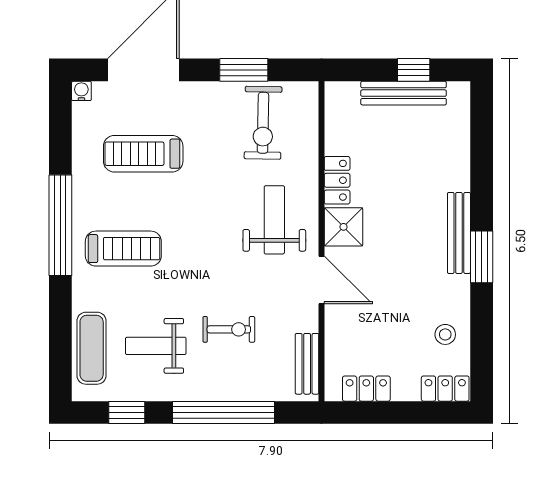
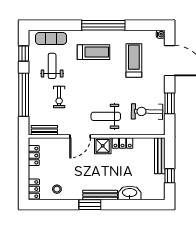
bench: (404, 93) -> (160, 156), moved
washbasin: (454, 164) -> (130, 193), added
weight bench: (274, 220) -> (106, 116), turned 180
treadmill: (123, 249) -> (93, 52), turned -90

